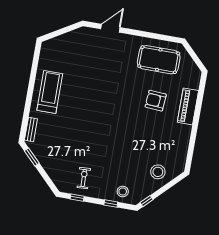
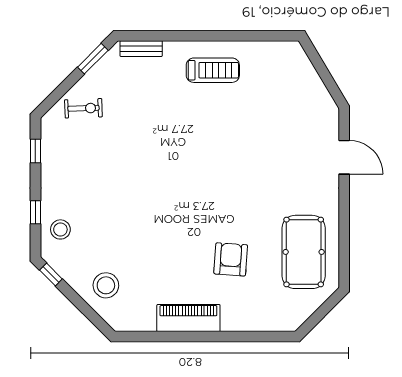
treadmill: (50, 92) -> (213, 70), width x0.73, depth x0.73
piano: (188, 106) -> (188, 318), moved
exercise bike: (84, 178) -> (83, 108), moved

